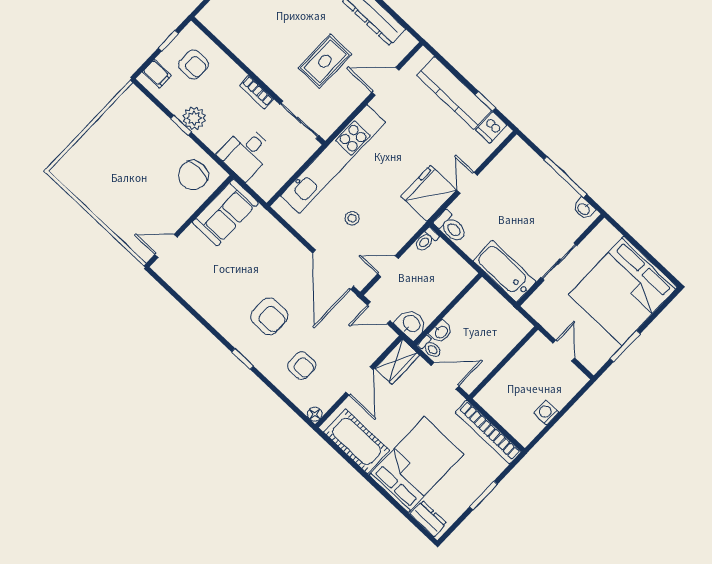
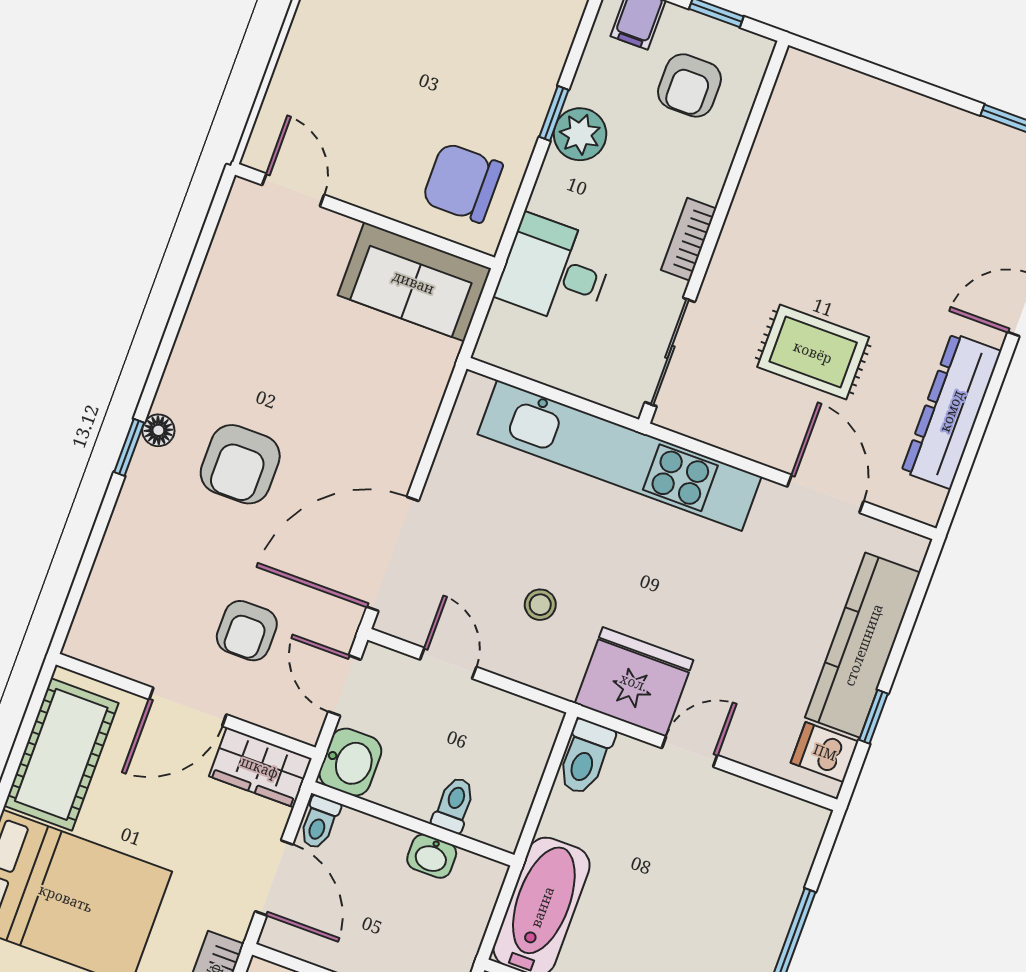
stool: (352, 218) -> (540, 605), moved
toilet: (426, 240) -> (454, 805), moved, turned 90
washbasin: (441, 332) -> (432, 856), moved
armchair: (302, 366) -> (247, 631), moved
floor lamp: (315, 414) -> (158, 430), moved

